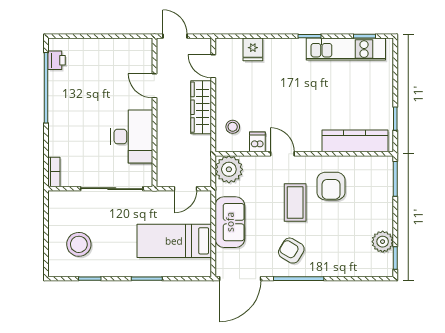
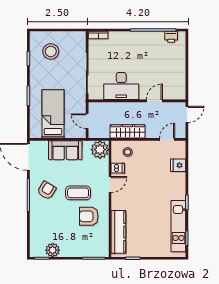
wardrobe: (201, 107) -> (128, 131), moved

